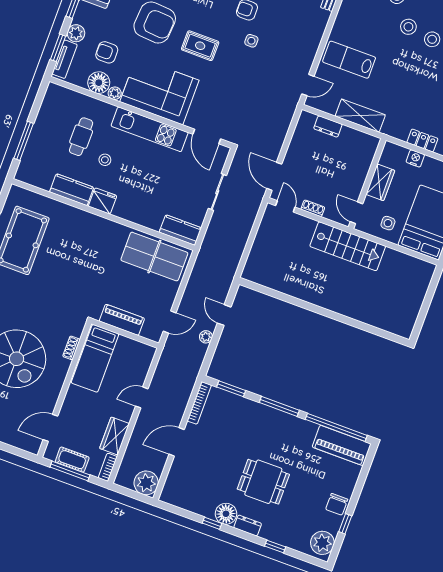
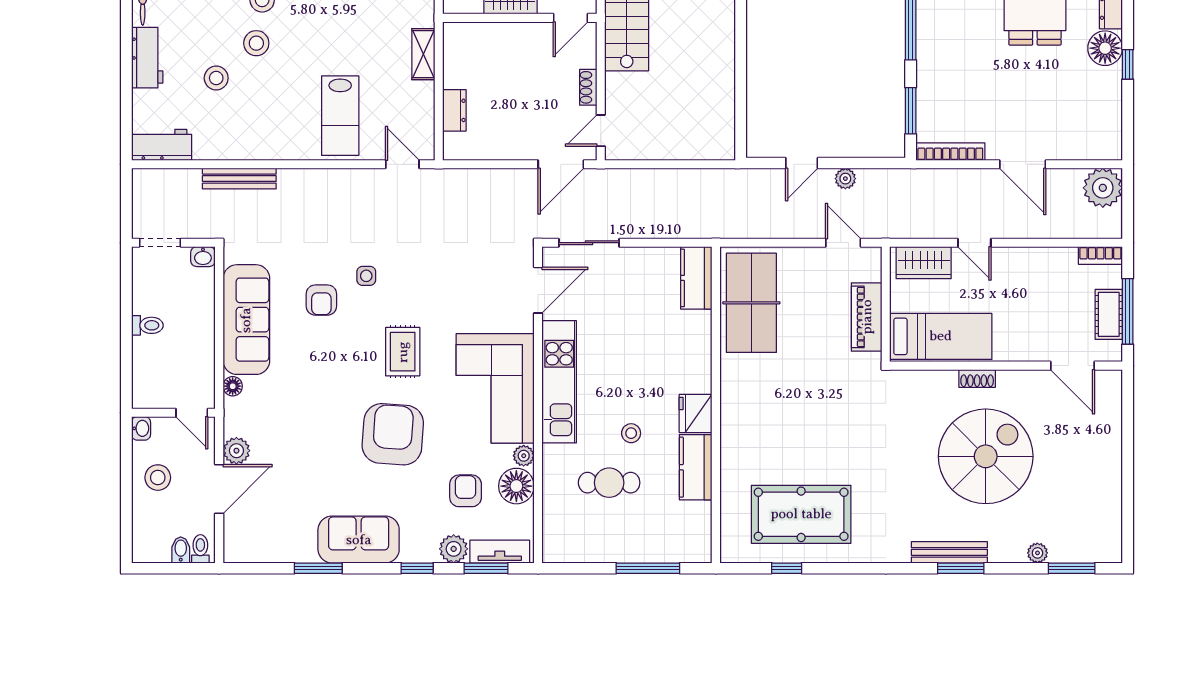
armchair: (107, 52) -> (466, 491), turned 180
shelving: (360, 116) -> (423, 54), width x0.67, depth x0.75
sliding door: (217, 192) -> (589, 243), moved
shoe rack: (71, 348) -> (977, 378), moved
wardrobe: (115, 436) -> (924, 263), moved

